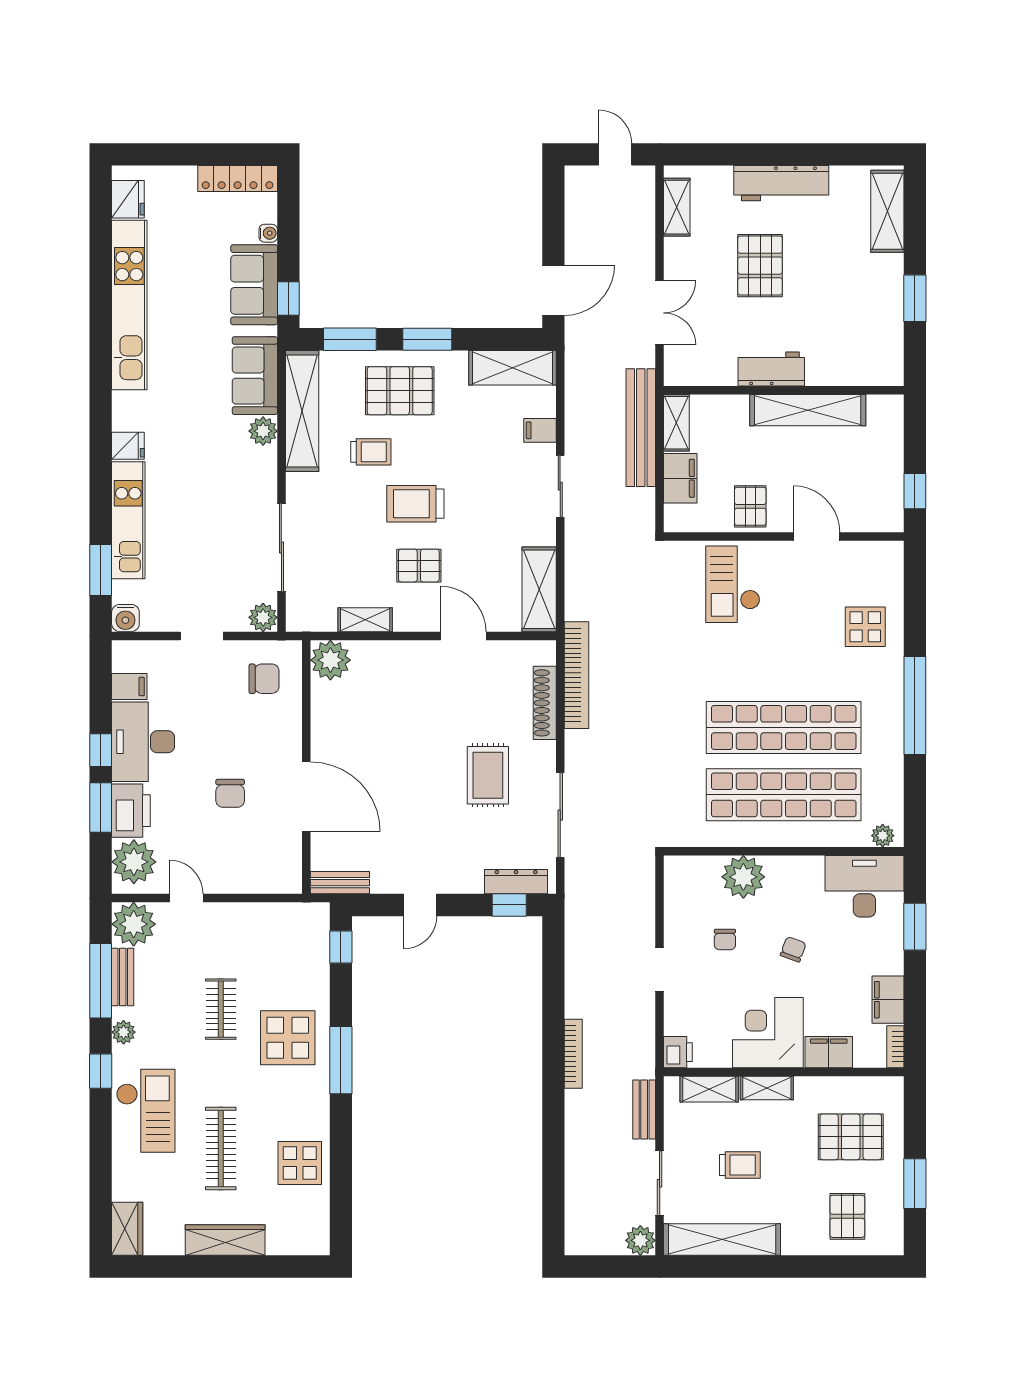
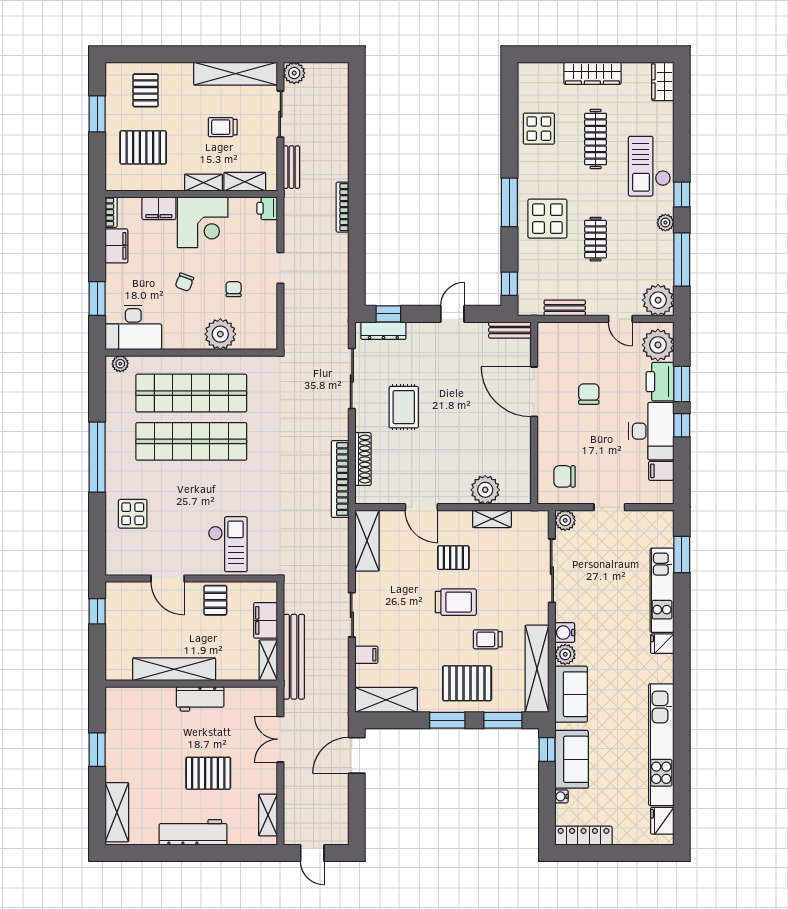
pallet: (760, 266) -> (208, 773), turned 90
water cooler: (125, 618) -> (565, 633), moved, turned -90
plant: (330, 660) -> (485, 490), moved
bench: (123, 977) -> (565, 308), moved, turned 90

